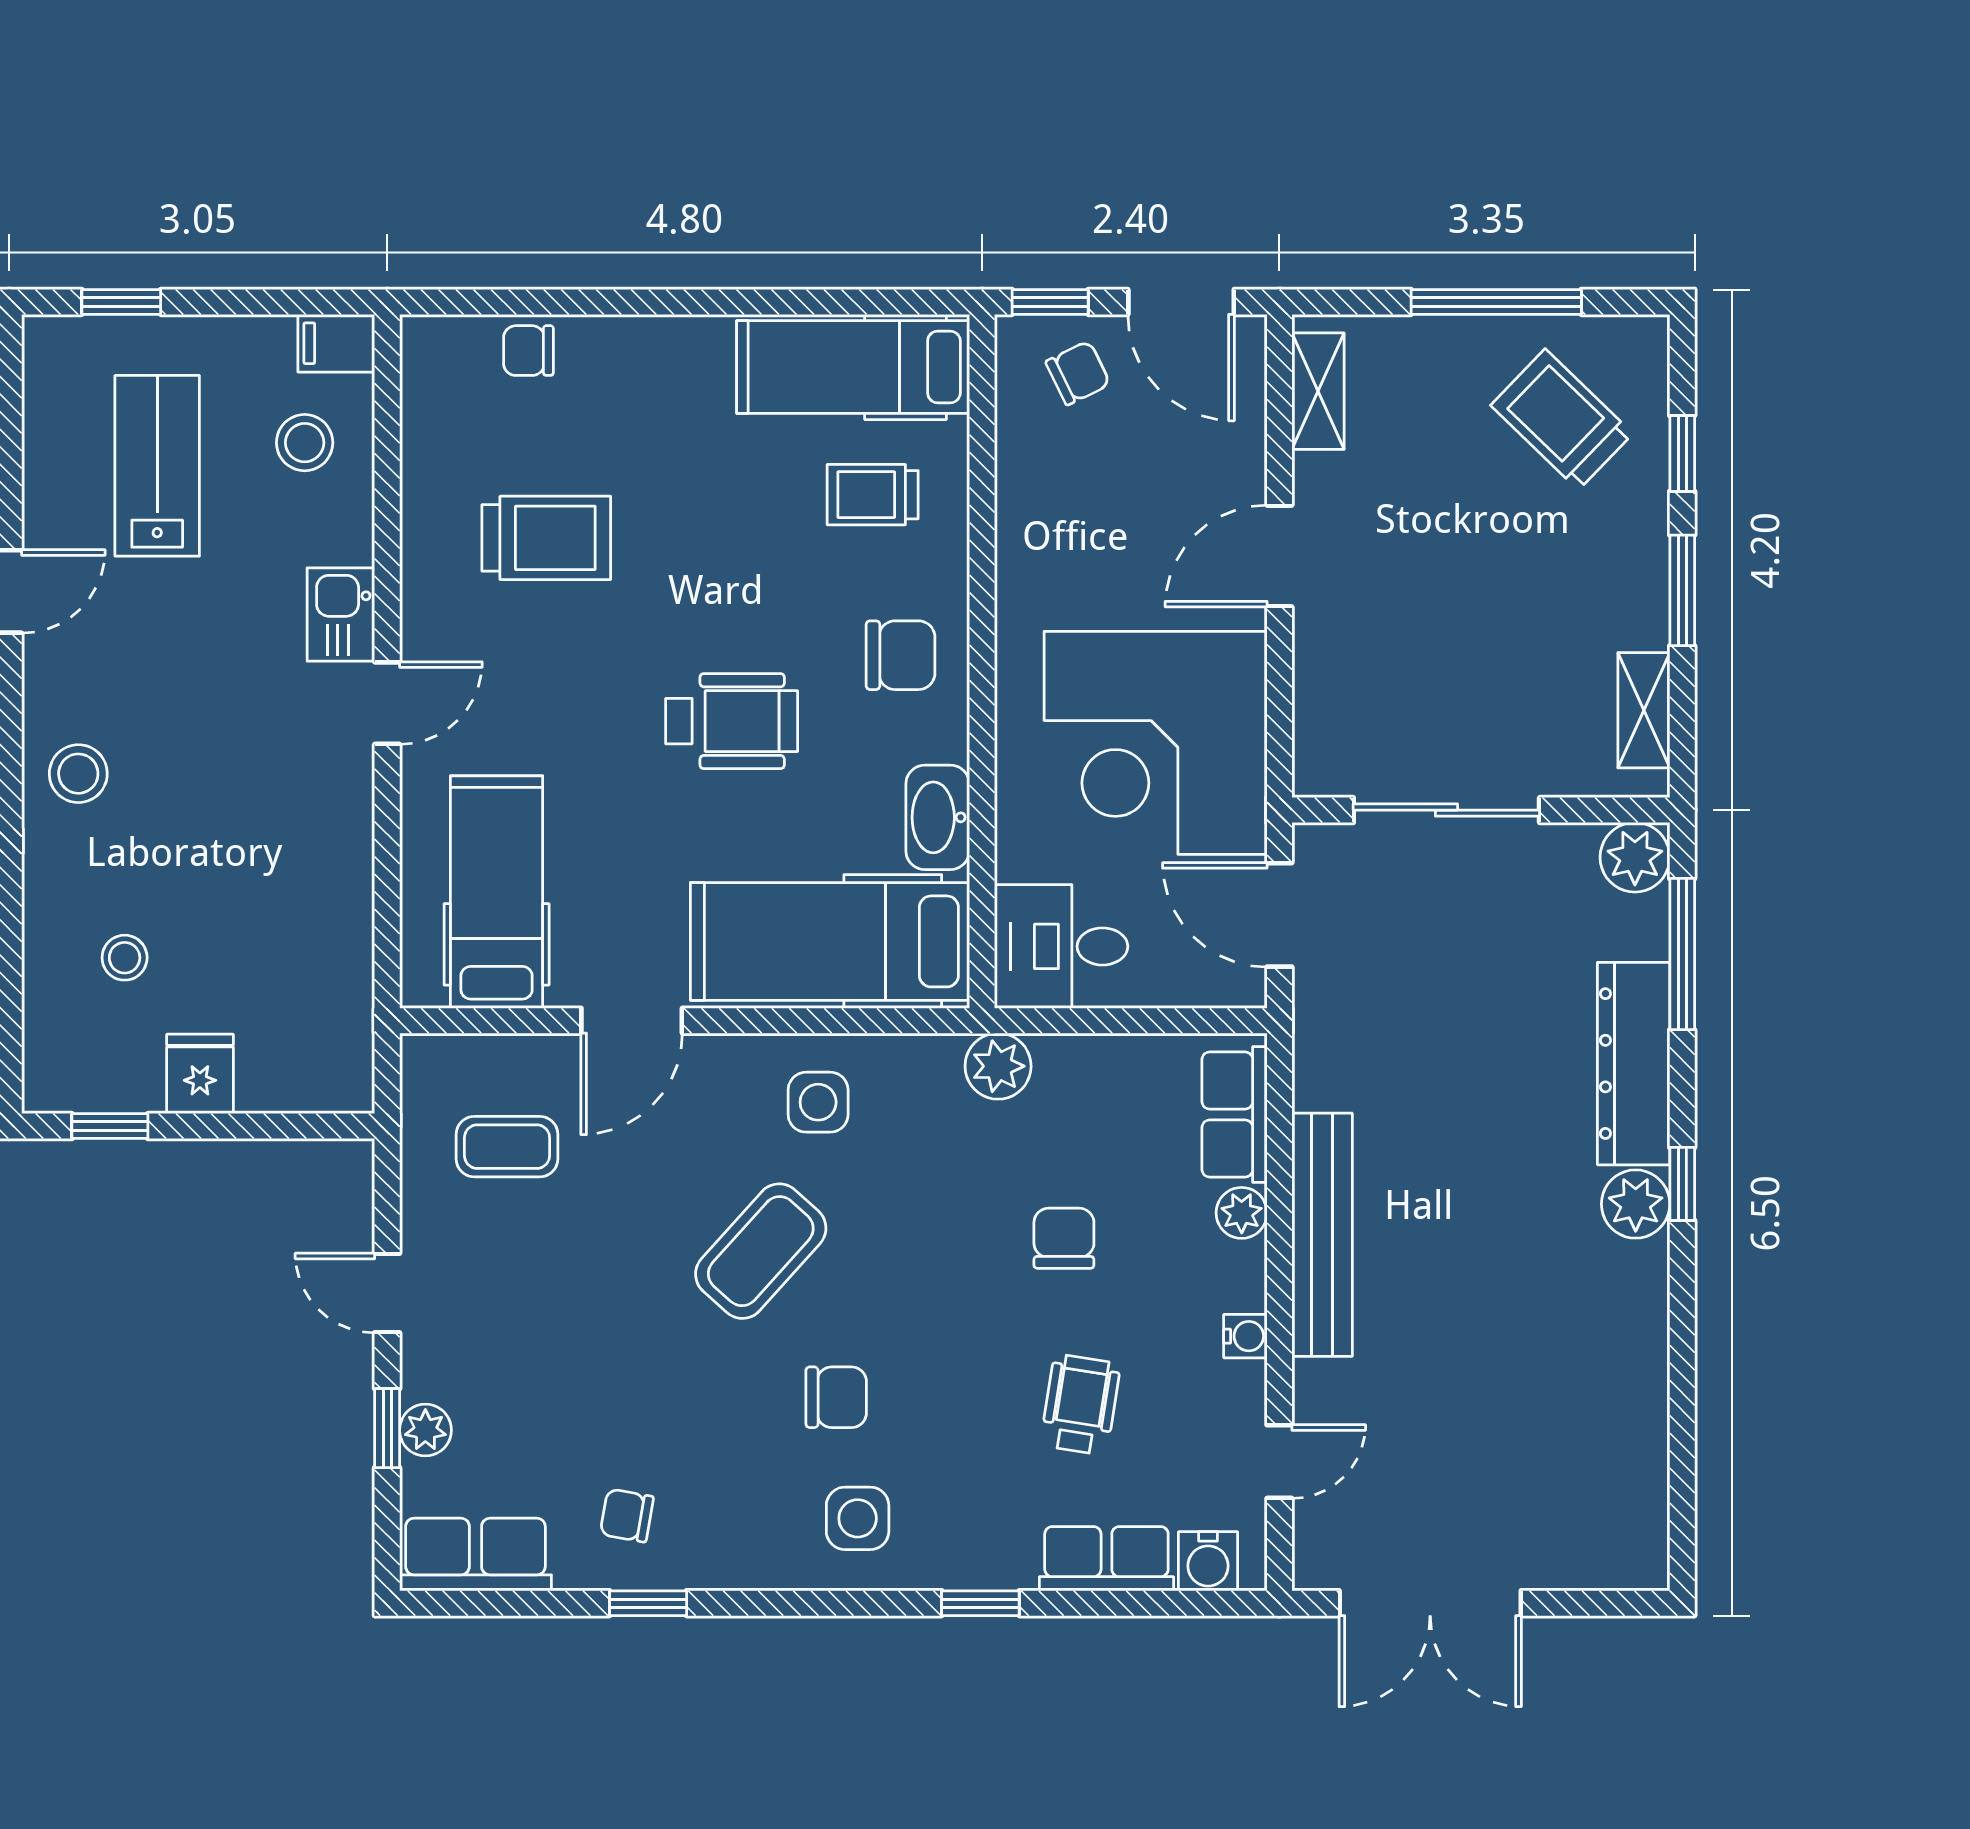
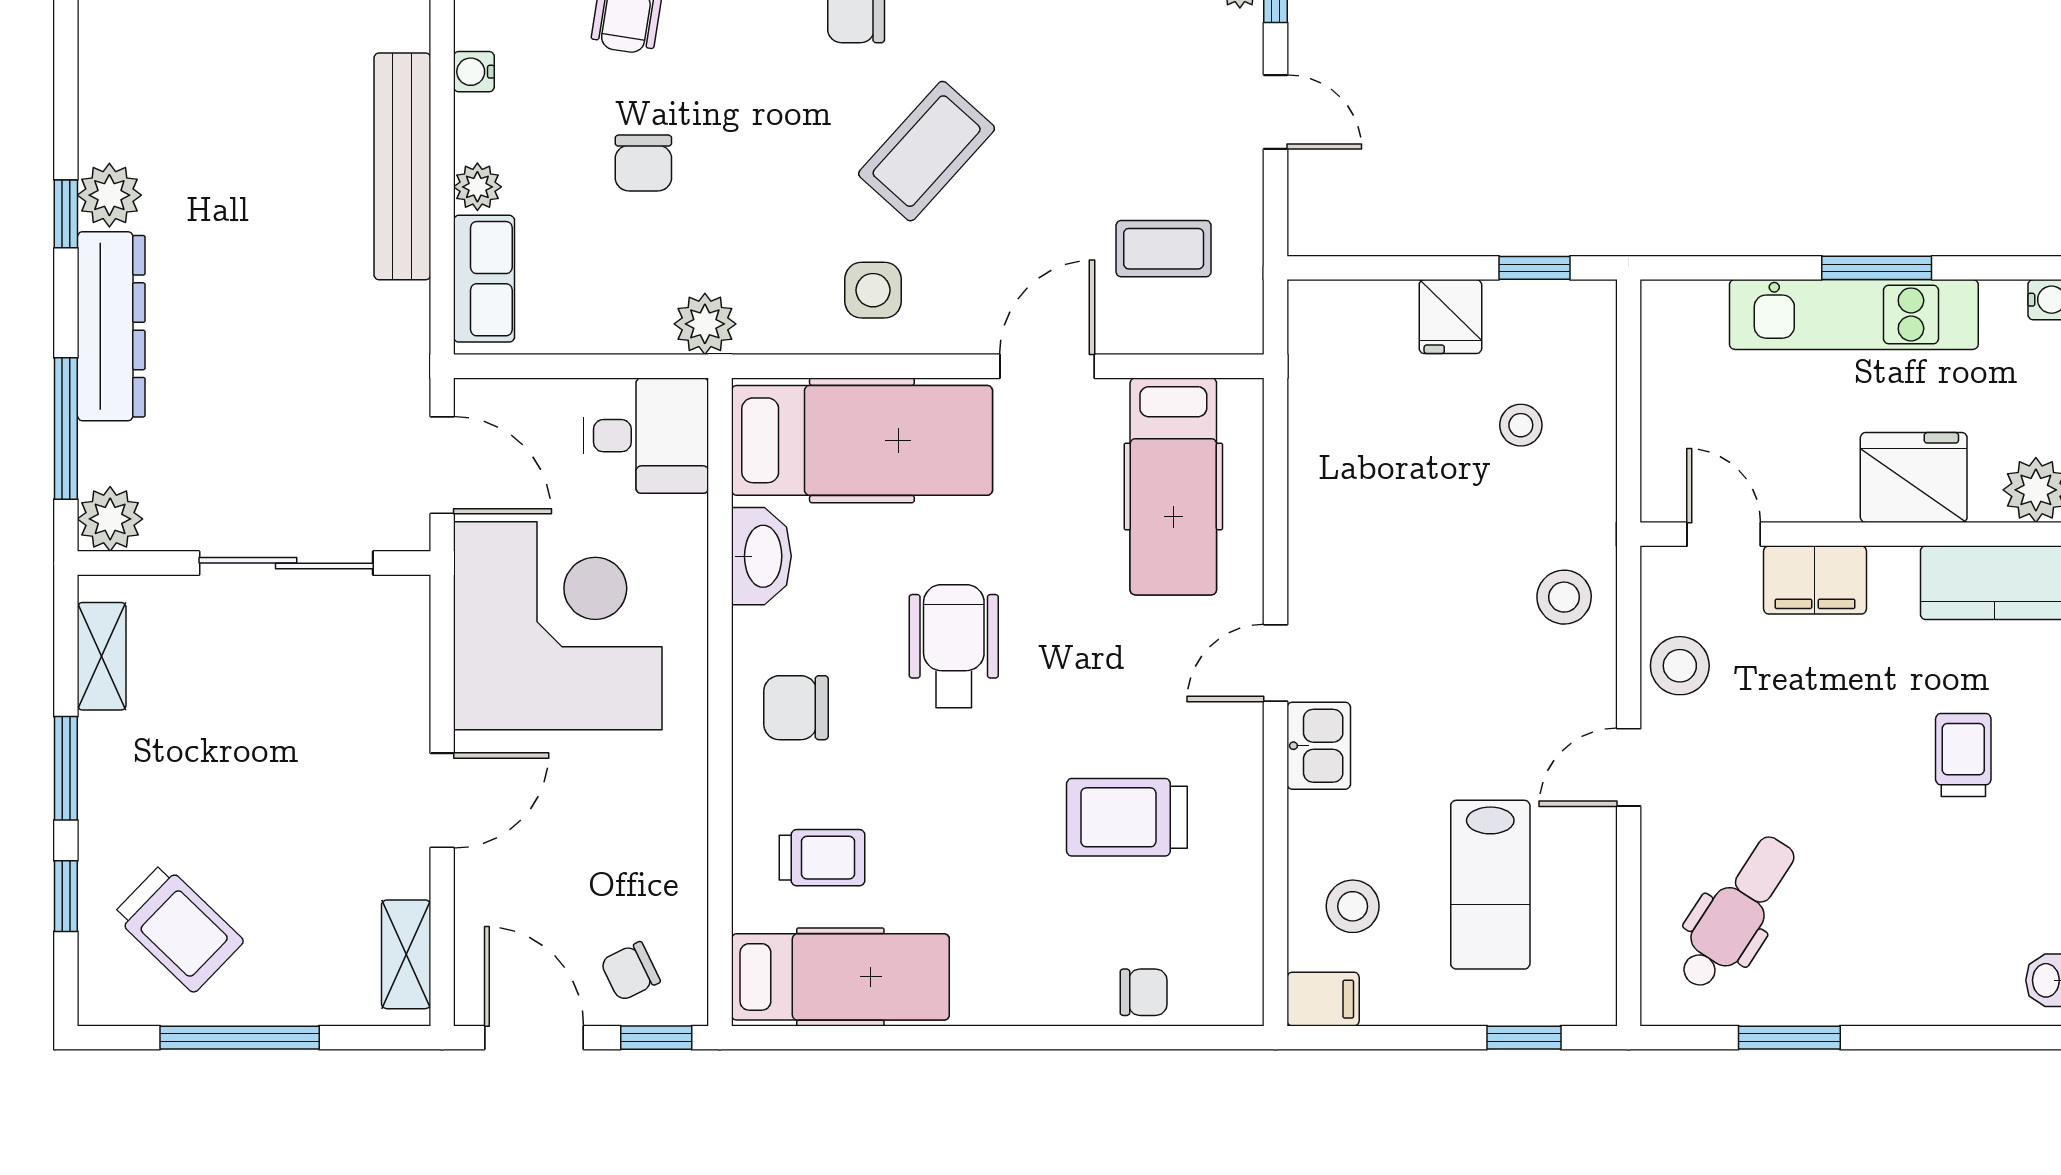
wheelchair: (732, 721) -> (954, 646), turned 90

